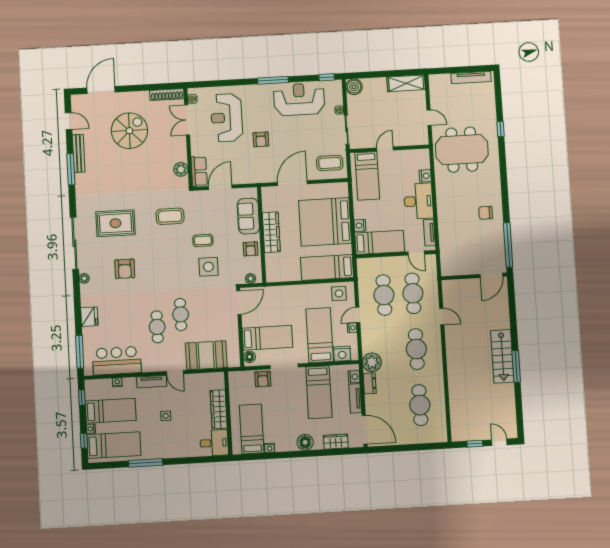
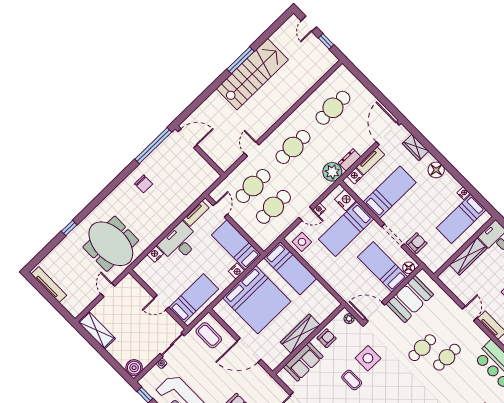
booth: (206, 355) -> (410, 299), moved, turned 90
stairs: (502, 356) -> (252, 74), width x1.36, depth x1.51

